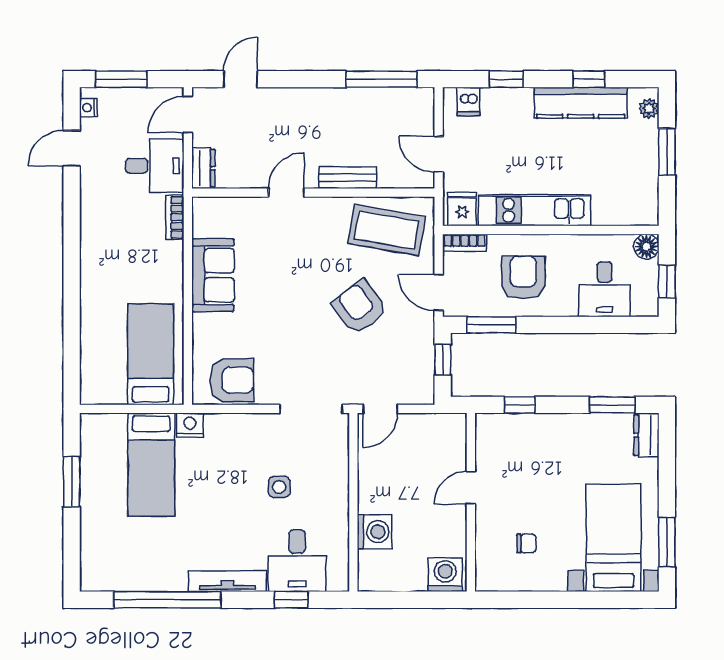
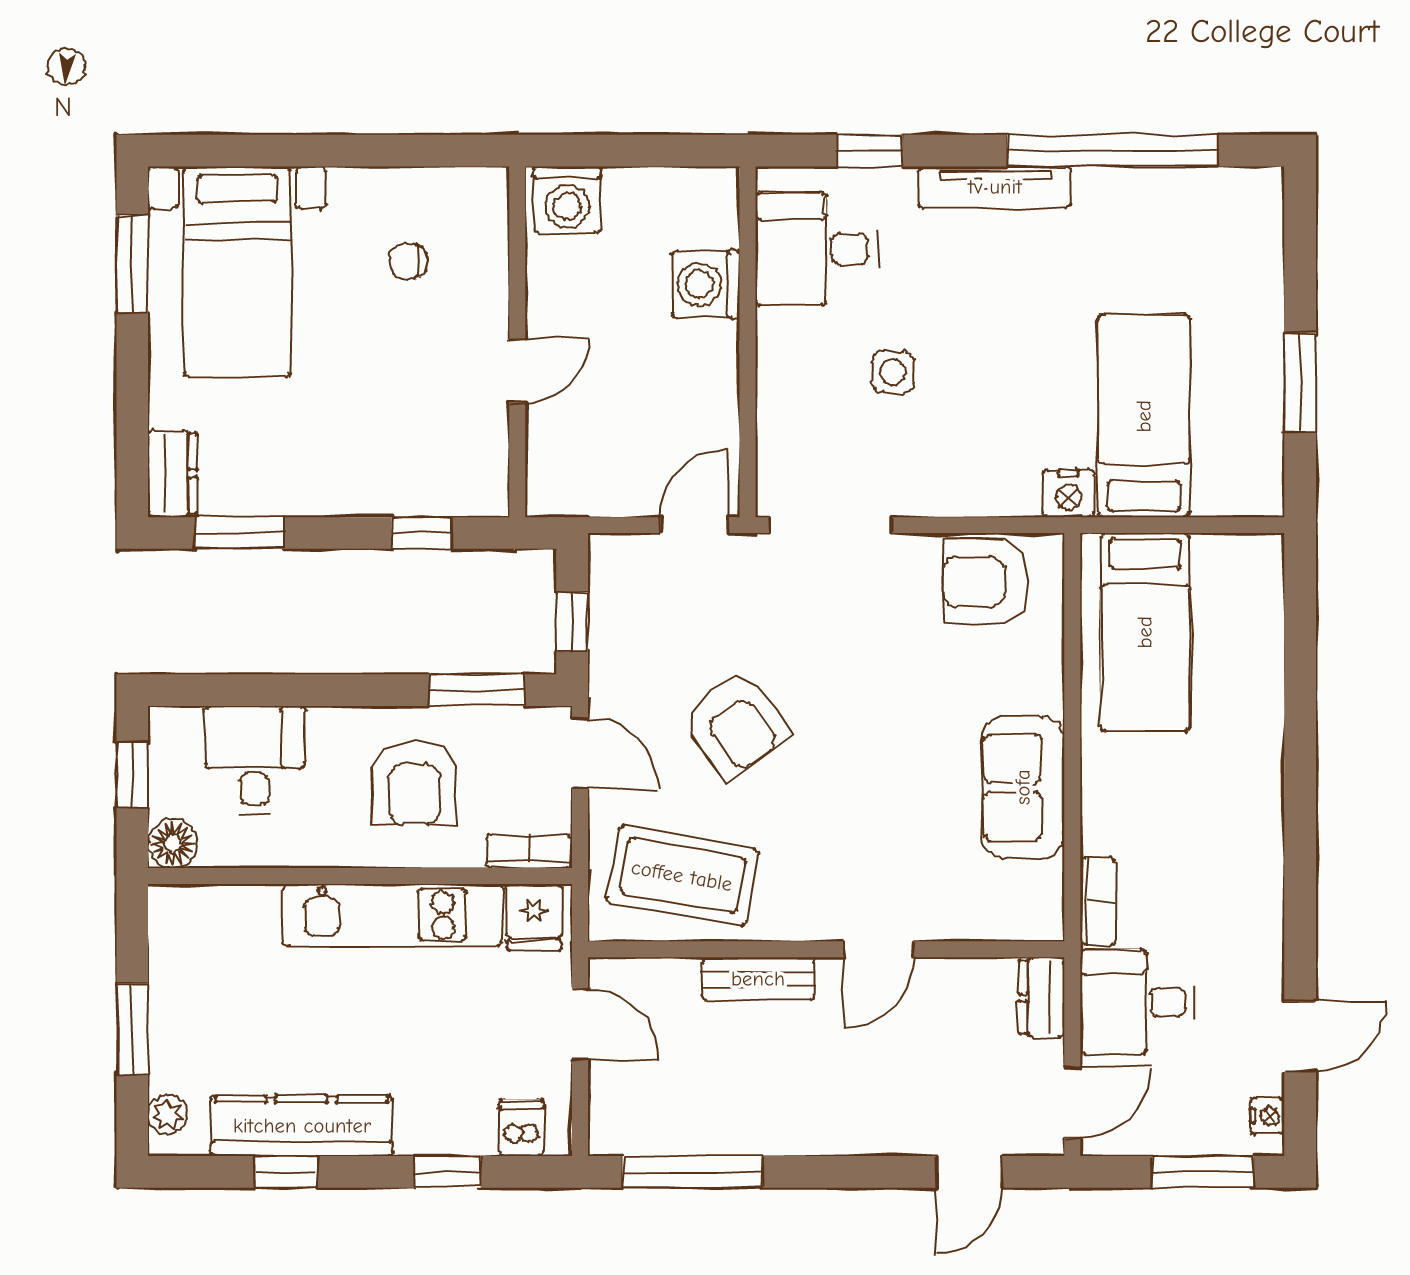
desk: (297, 561) -> (816, 249), moved, turned -90

